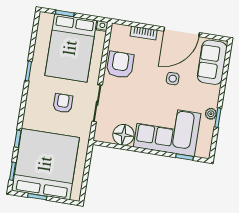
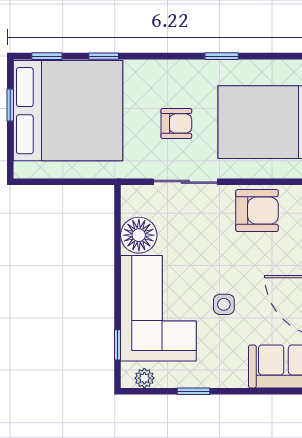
side table: (173, 79) -> (224, 304), moved
plant: (211, 114) -> (144, 378), moved

